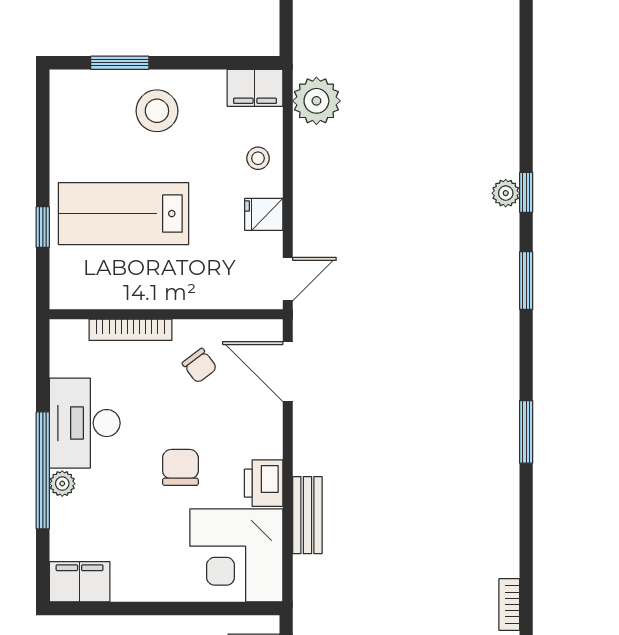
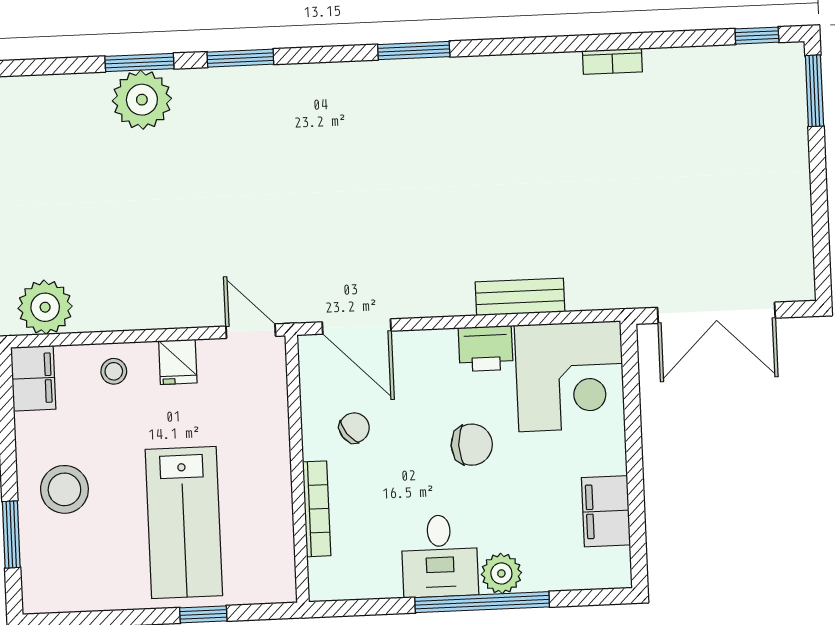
window: (526, 192) -> (139, 63), width x1.50
plant: (506, 193) -> (142, 100), width x1.88, depth x1.88
door: (288, 372) -> (357, 327), hinge flipped
desk: (85, 423) -> (440, 556), width x0.73
chair: (180, 467) -> (472, 445), turned 180
plant: (62, 484) -> (501, 573), width x1.38, depth x1.38
filing cabinet: (80, 582) -> (606, 511), moved

